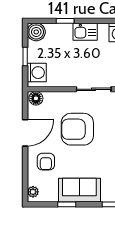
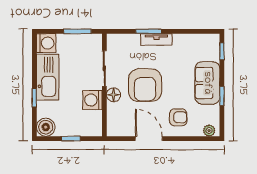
kitchen sink: (85, 32) -> (48, 77), width x1.88, depth x1.24
washing machine: (37, 73) -> (92, 100), moved, turned -90
floor lamp: (36, 98) -> (114, 95), moved

